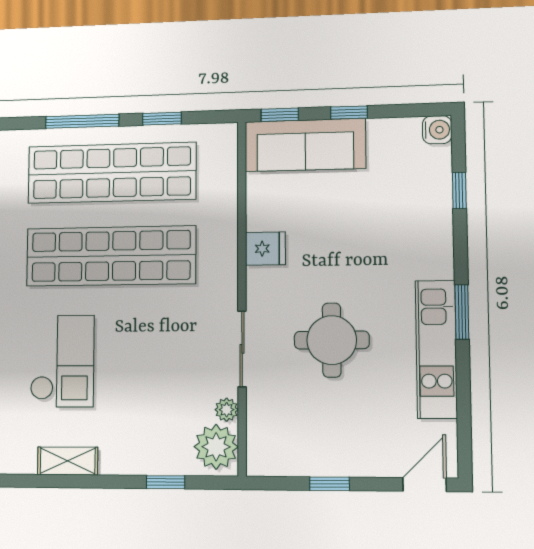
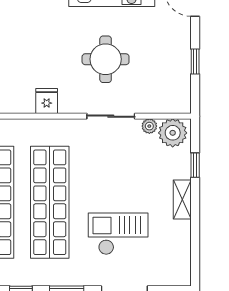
shelving: (68, 461) -> (182, 199), moved

